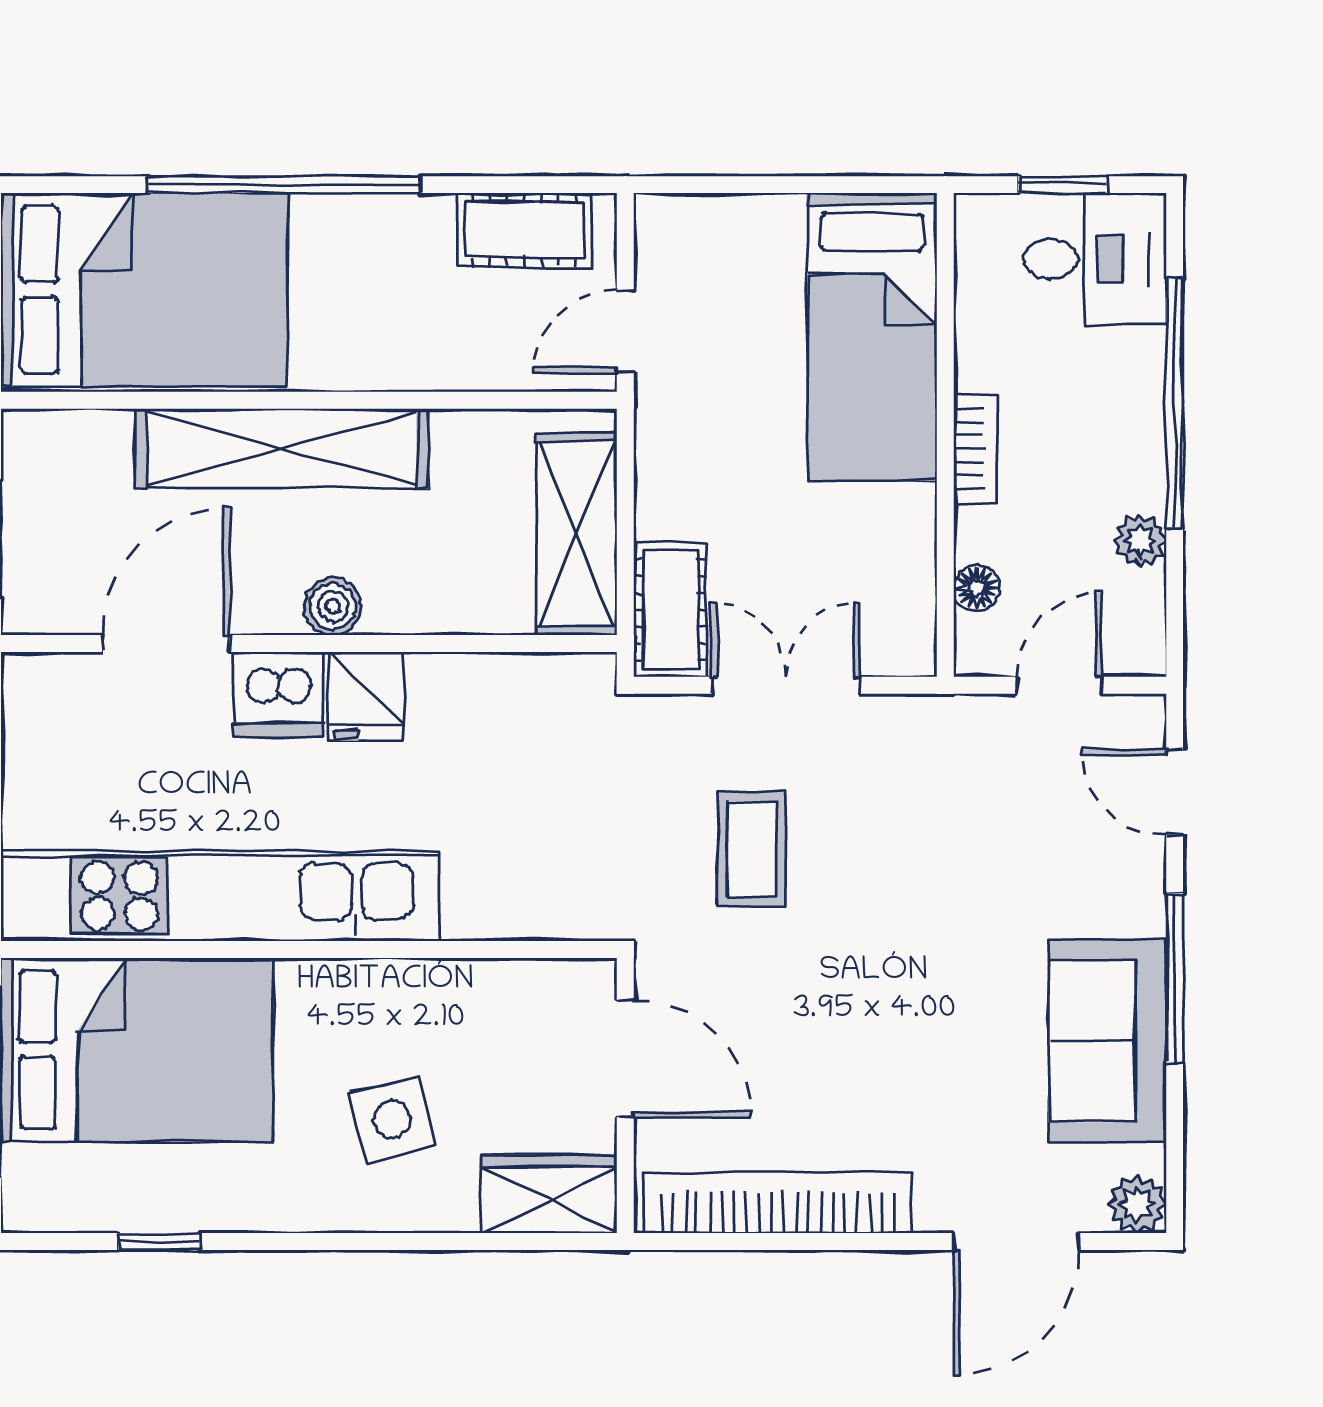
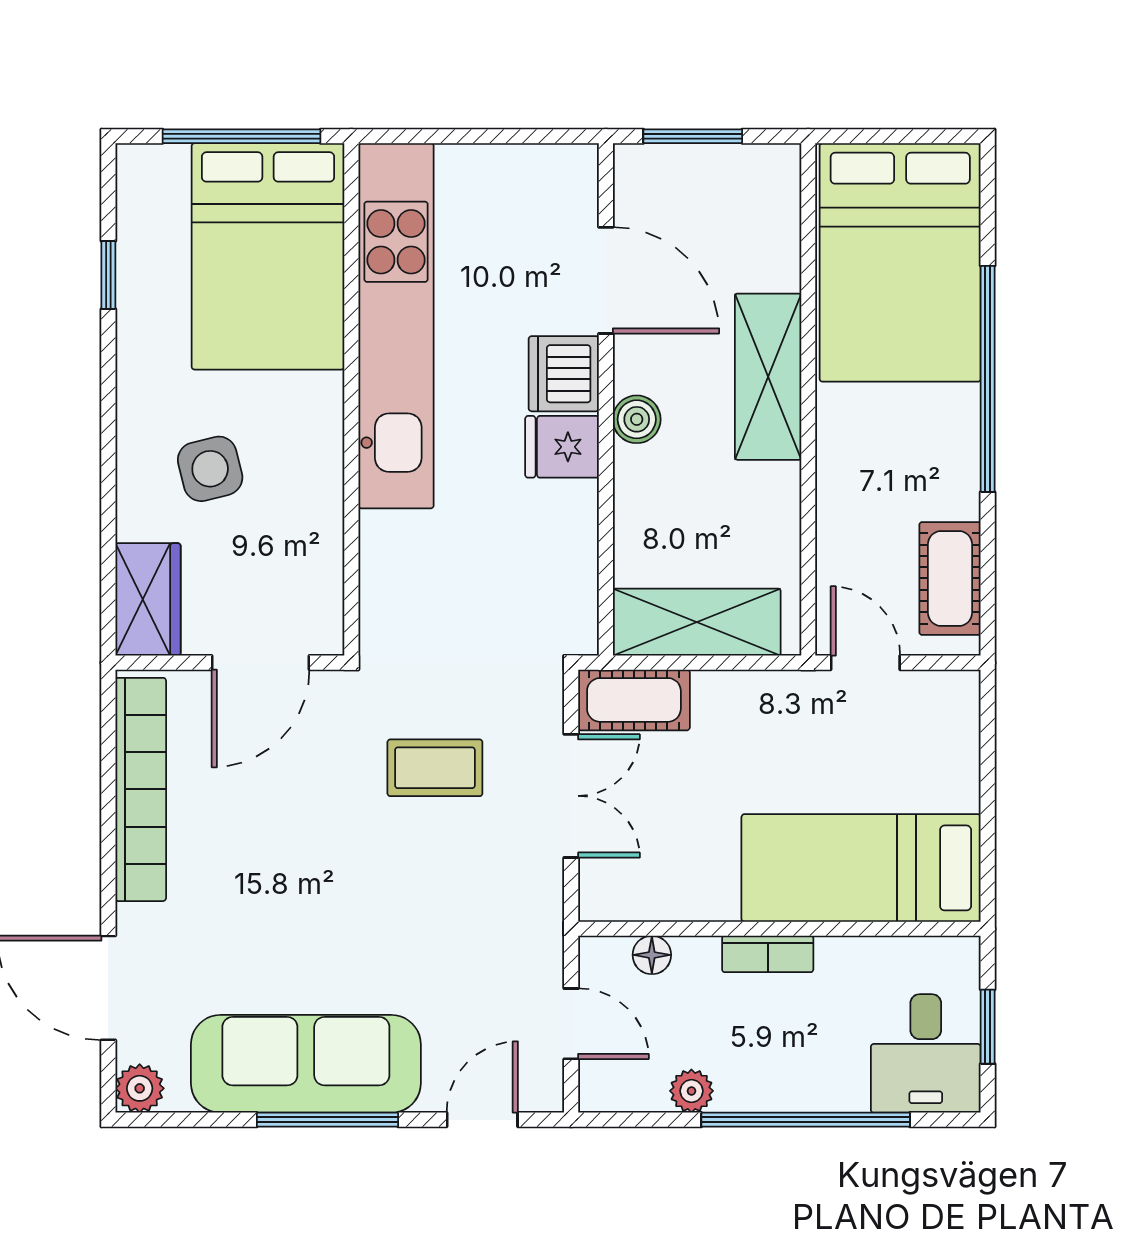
shelving: (282, 449) -> (768, 377), width x0.68
sofa: (1108, 1041) -> (306, 1064), width x1.36

